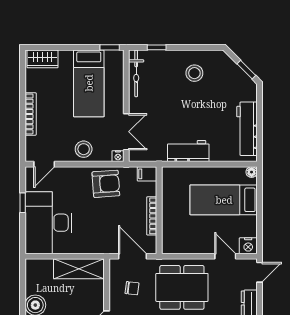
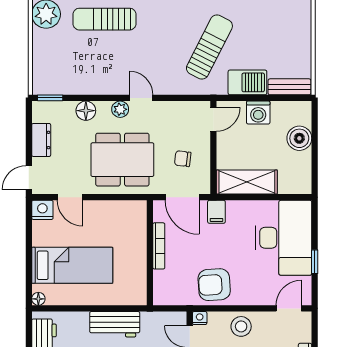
filing cabinet: (147, 174) -> (216, 212), moved, turned 90

